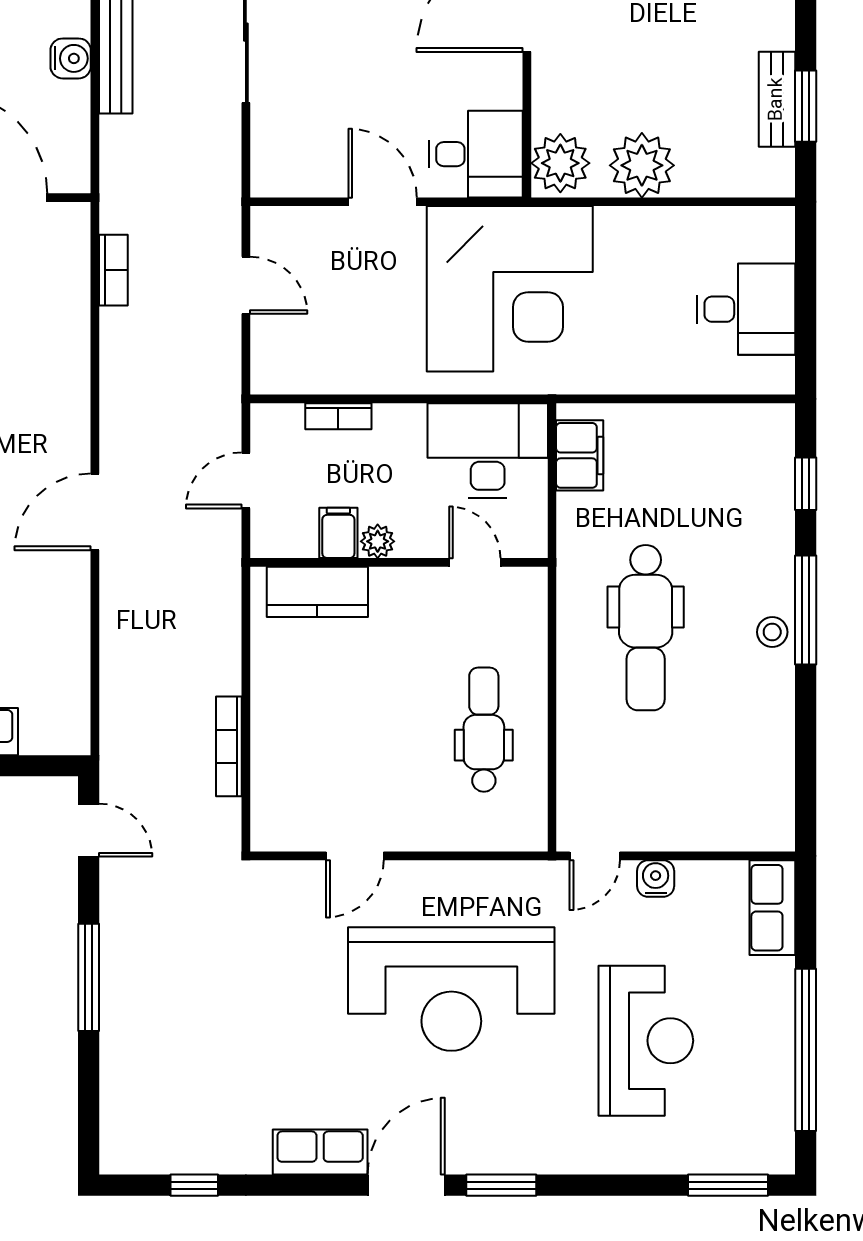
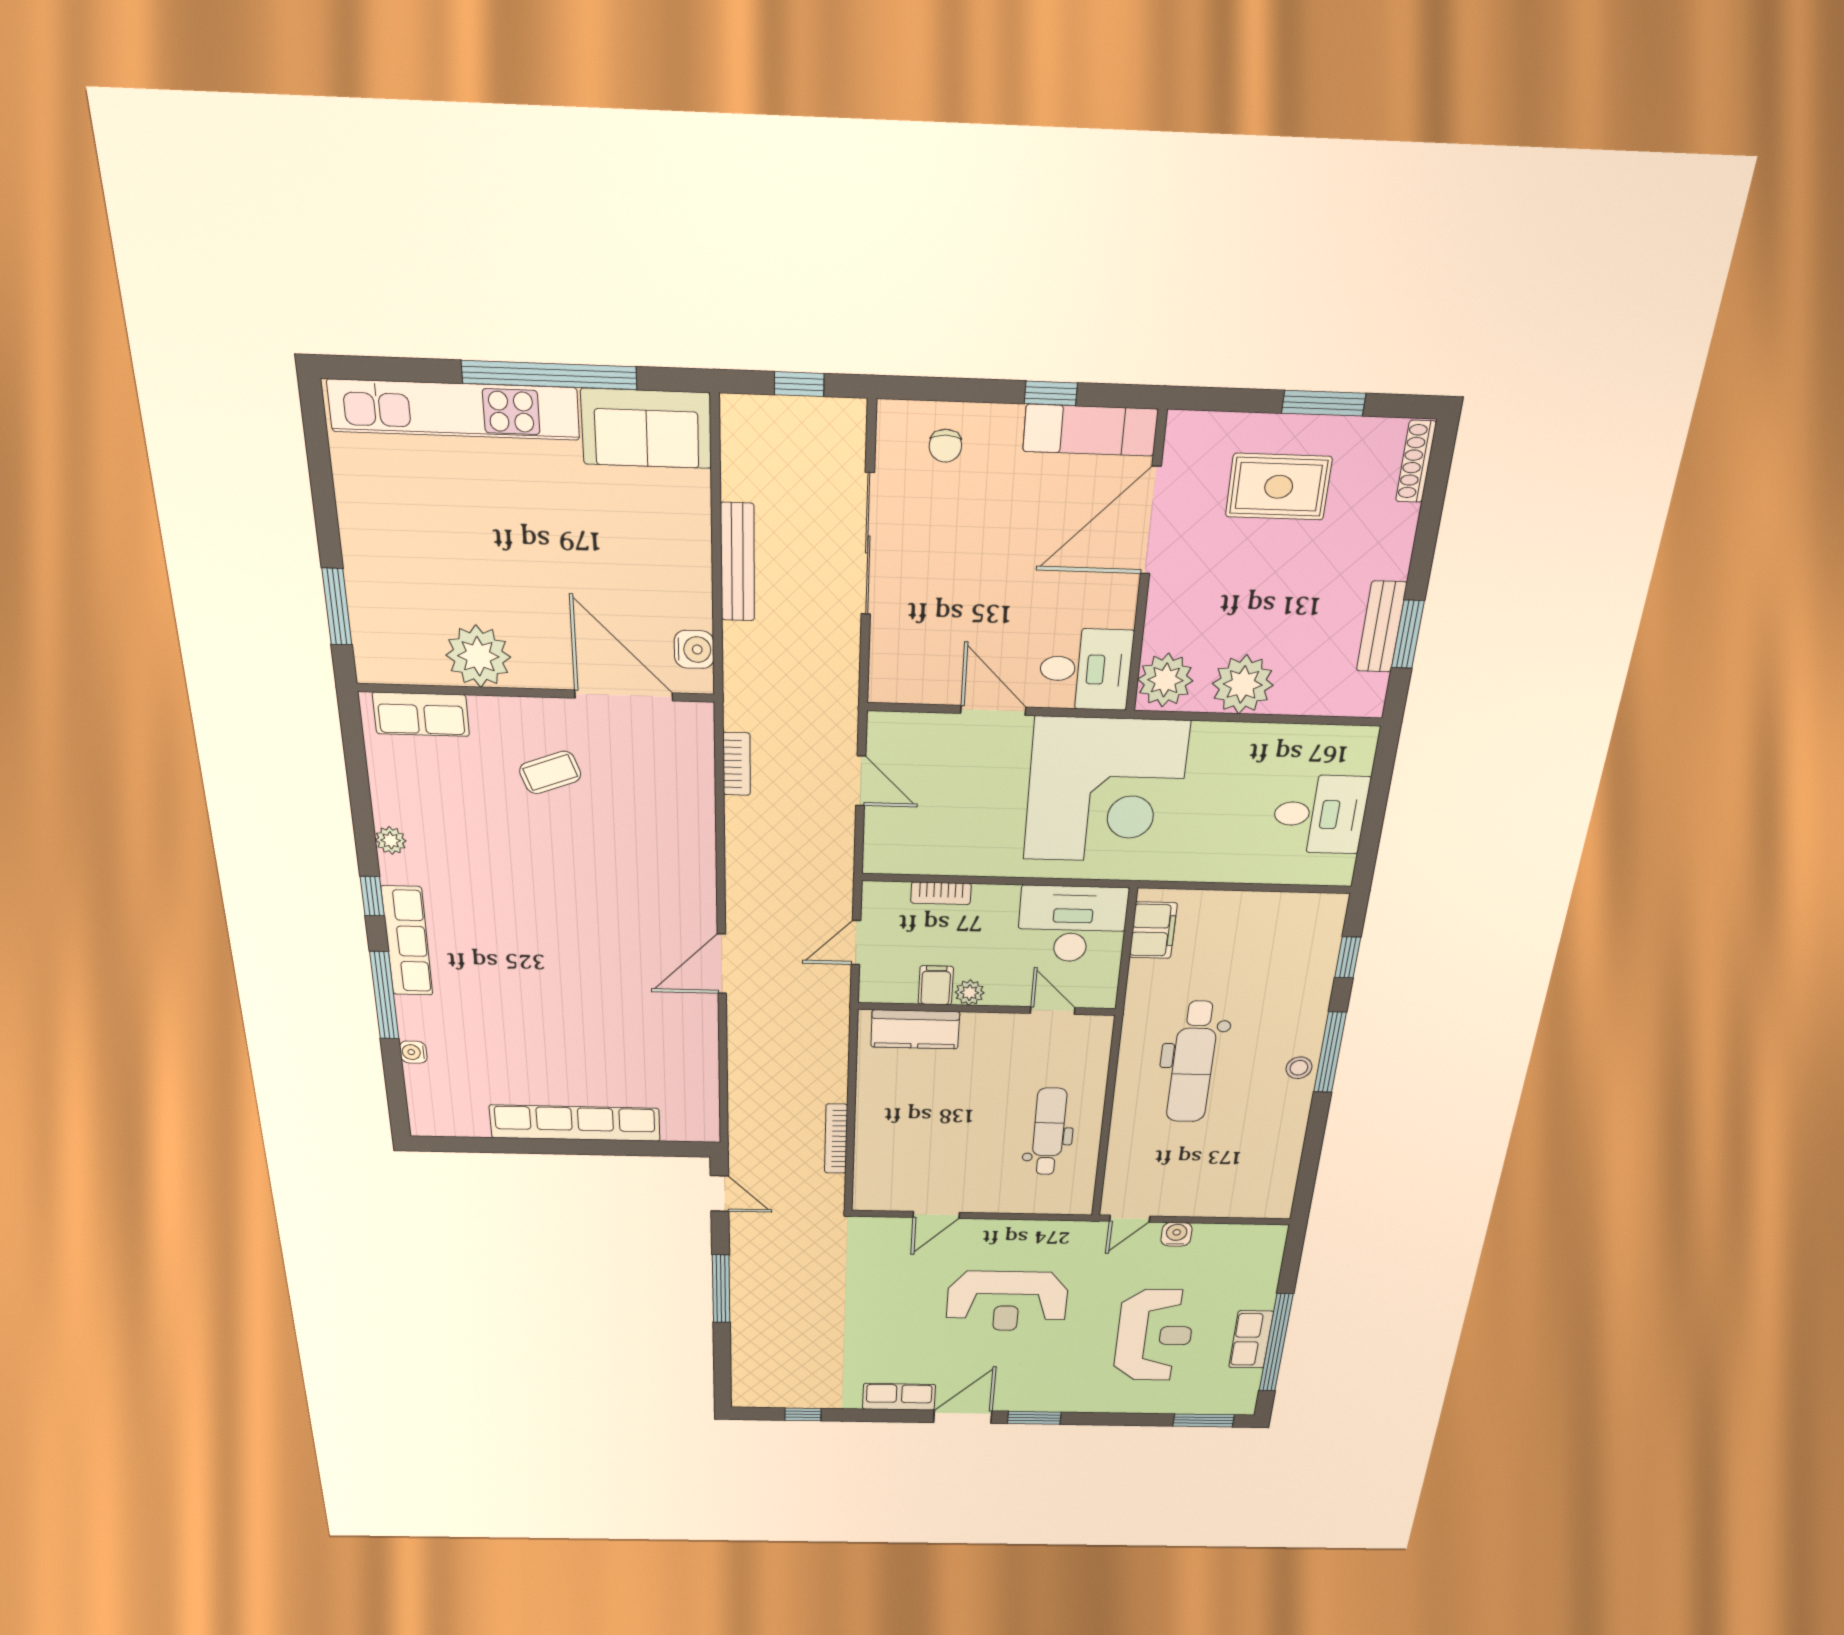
water cooler: (71, 58) -> (694, 649), moved
row of seats: (772, 908) -> (1251, 1340), moved
reception desk: (451, 989) -> (1007, 1301), width x0.74, depth x0.77

